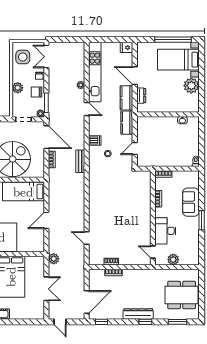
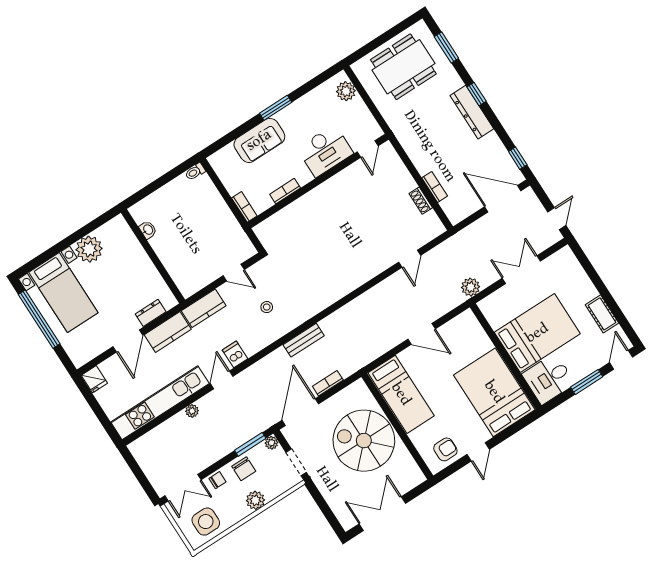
dishwasher: (95, 140) -> (235, 354), moved
plant: (173, 260) -> (346, 91), moved
dining table: (182, 295) -> (403, 67), turned 90

